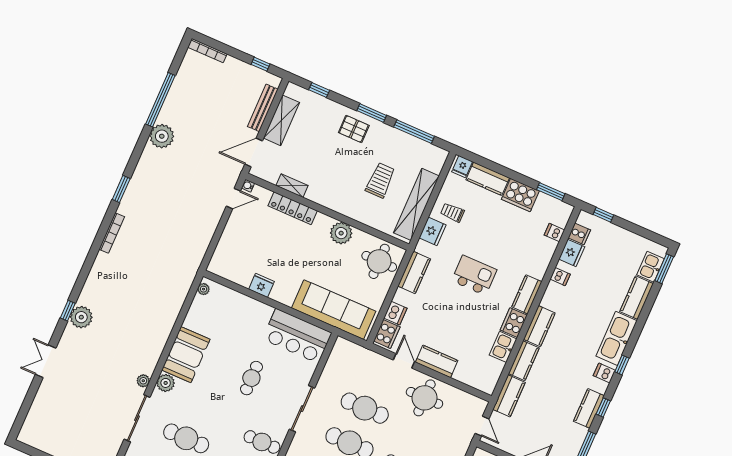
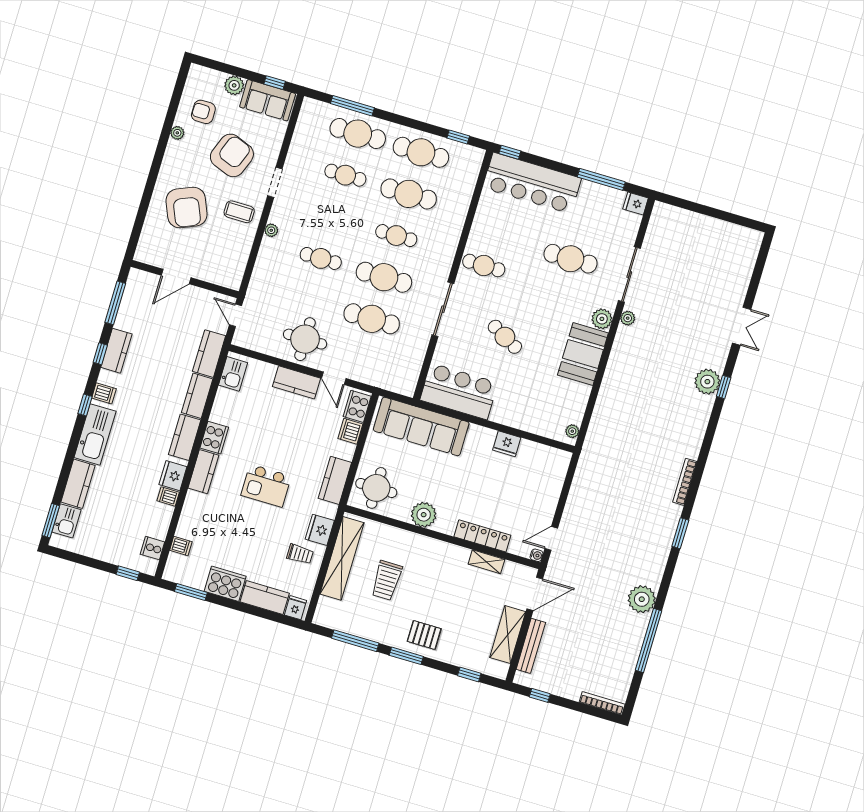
fridge: (572, 253) -> (173, 476), moved
kitchen sink: (503, 347) -> (233, 374), moved
cafe table: (251, 378) -> (505, 337), turned -61

